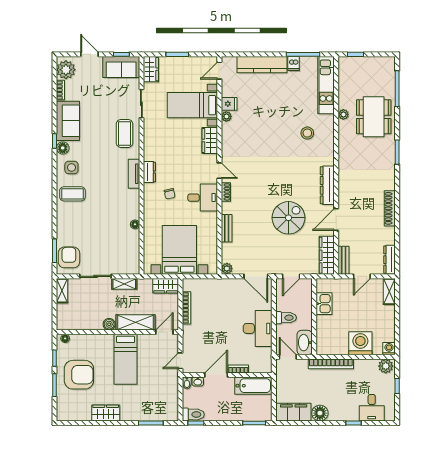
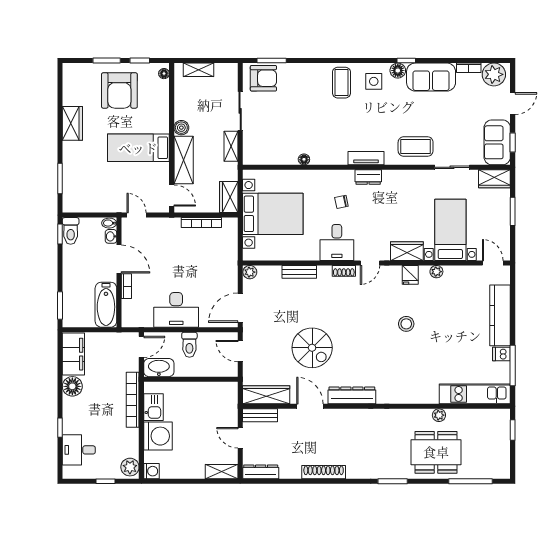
fridge: (229, 104) -> (410, 275), moved
stool: (307, 133) -> (406, 324), moved
shelving: (62, 291) -> (199, 70), moved
kitchen sink: (324, 304) -> (153, 407), moved, turned -90

